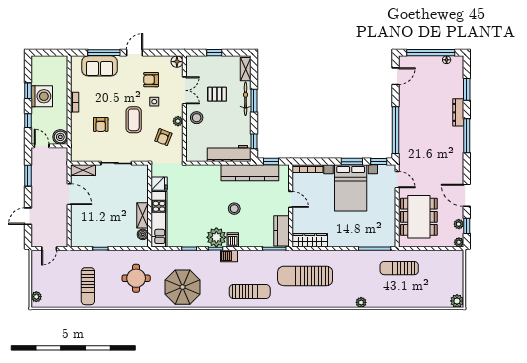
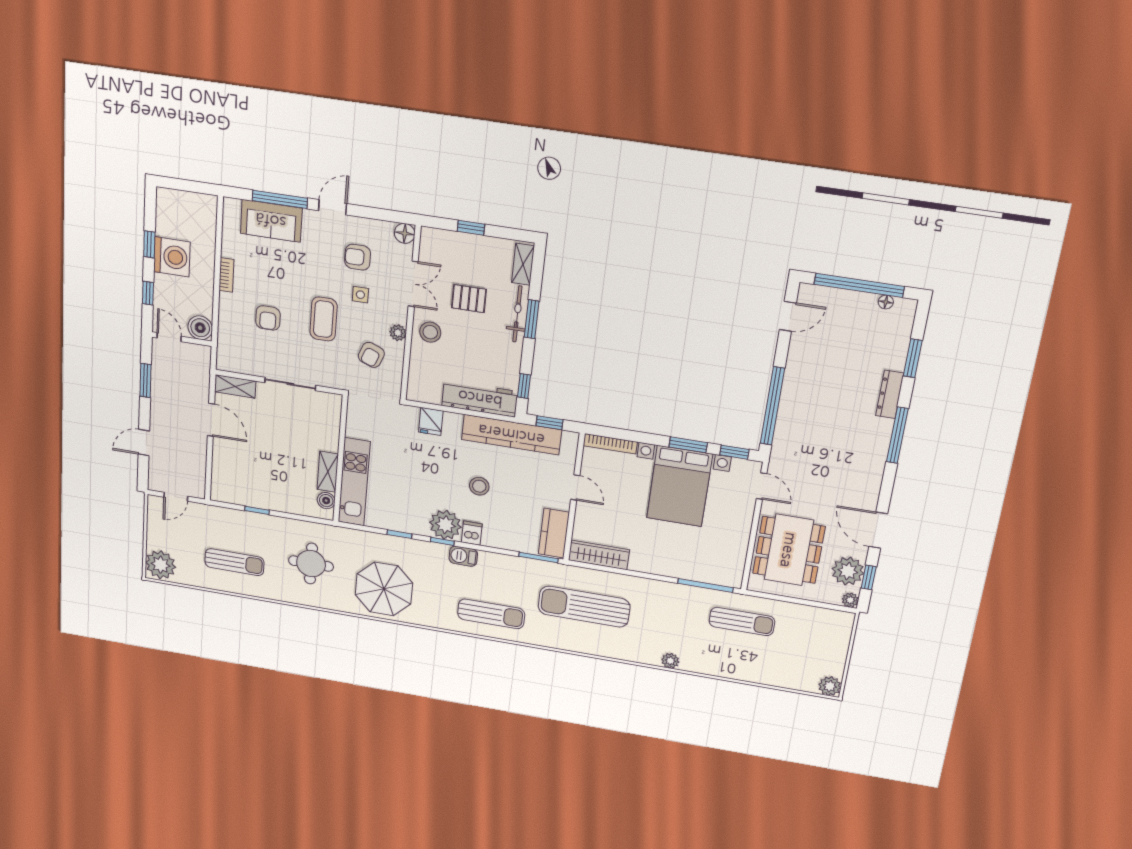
fridge: (159, 184) -> (431, 421), moved, turned 90
plant: (459, 224) -> (848, 571), width x1.88, depth x1.88
sun lounger: (399, 268) -> (742, 621), turned 180
sun lounger: (88, 286) -> (234, 562), turned -90
plant: (36, 297) -> (161, 565), width x1.87, depth x1.87

